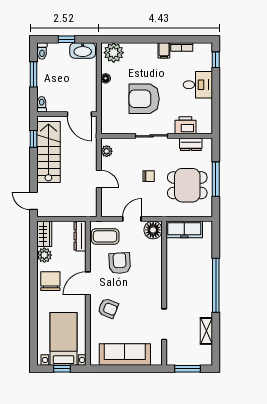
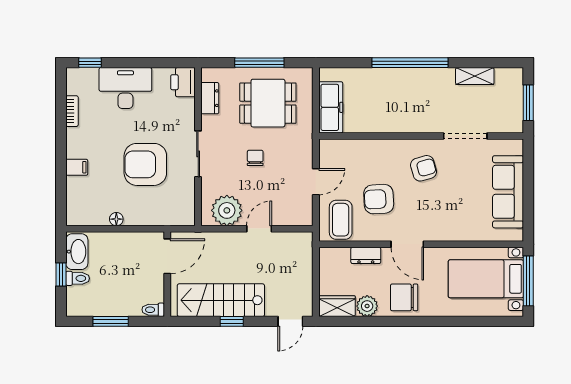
filing cabinet: (164, 50) -> (77, 167), moved
toilet: (42, 51) -> (78, 278), moved
plant: (114, 53) -> (80, 208), removed
desk: (198, 85) -> (125, 88), width x1.37
armchair: (144, 99) -> (145, 164), turned 90
printer: (185, 125) -> (183, 82), moved
window: (33, 139) -> (232, 321), moved
plant: (107, 151) -> (227, 210), width x1.88, depth x1.88
dining table: (187, 185) -> (268, 103), turned 90
door: (132, 219) -> (316, 182), swing flipped
floor lamp: (153, 230) -> (332, 152), removed
dresser: (80, 236) -> (366, 255), moved, width x0.70
armchair: (108, 308) -> (424, 168), moved, turned 52
window: (62, 369) -> (528, 281), width x2.17

